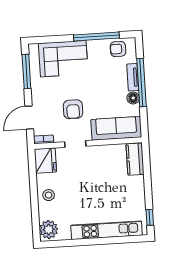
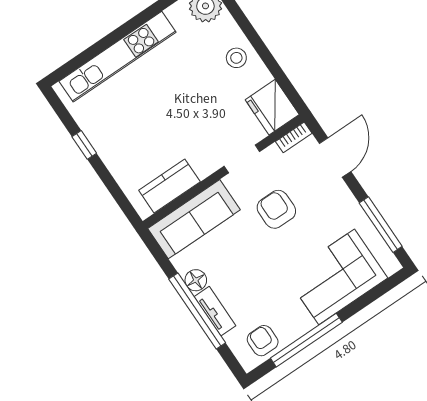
armchair: (118, 49) -> (263, 341), turned -90
kitchen counter: (135, 159) -> (169, 186), moved, turned -90
window: (150, 217) -> (84, 145), moved

